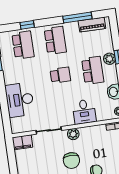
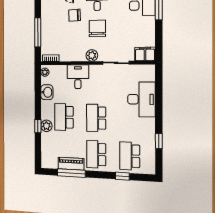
piano: (92, 25) -> (71, 164), moved
school desk: (60, 75) -> (96, 118), width x1.85

